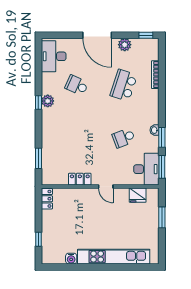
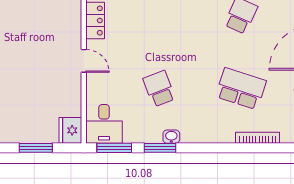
desk: (146, 169) -> (104, 124), width x0.73
door: (106, 186) -> (84, 61), swing flipped
fridge: (138, 195) -> (70, 130), moved

